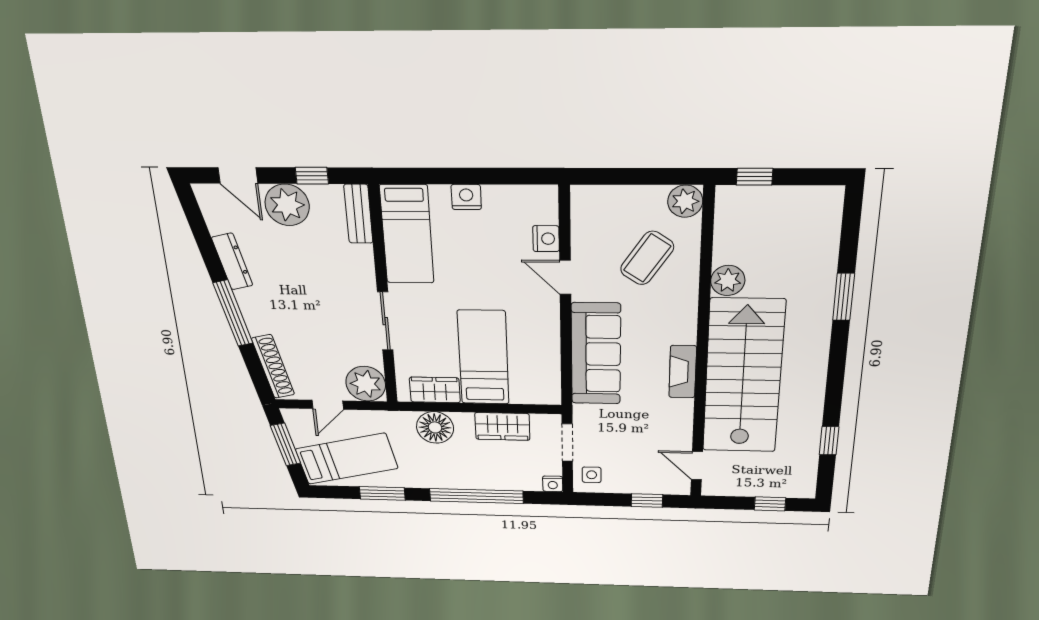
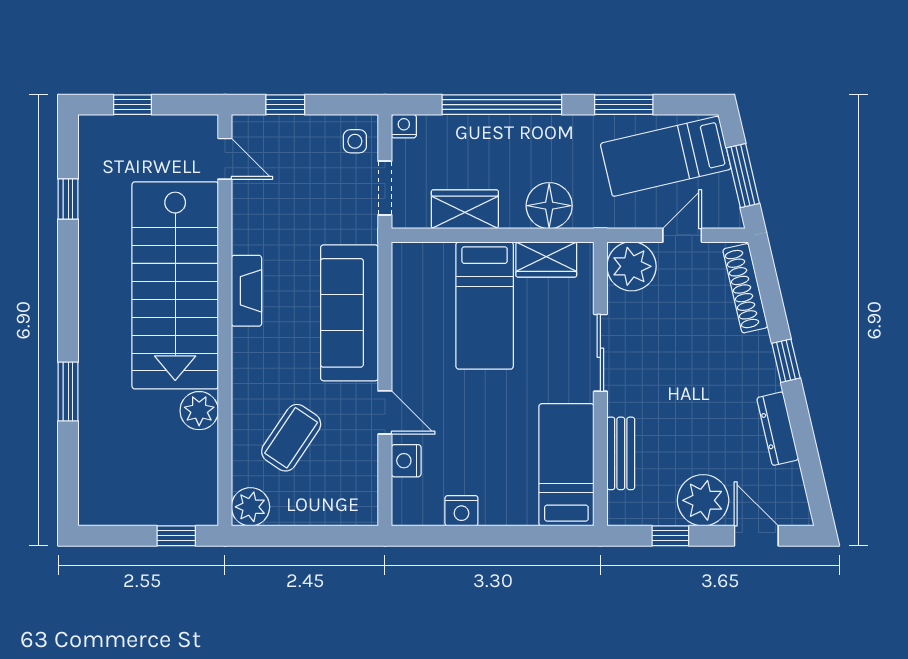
nightstand: (466, 197) -> (461, 511), moved
bench: (358, 214) -> (621, 453), moved
window: (233, 313) -> (786, 361), width x0.46

